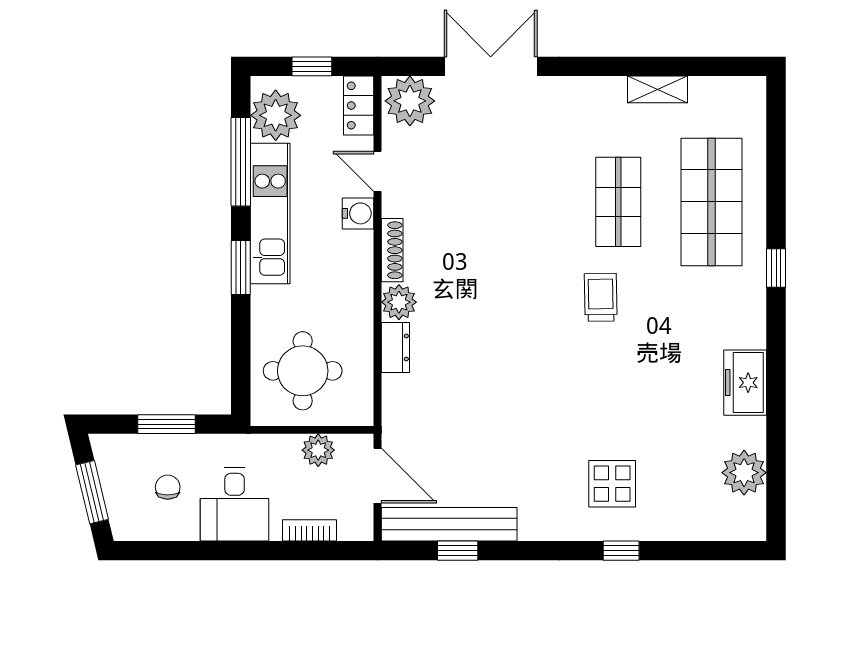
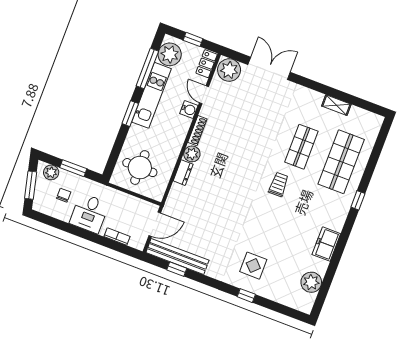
plant: (318, 450) -> (51, 172), moved
door: (377, 476) -> (155, 224), hinge flipped

